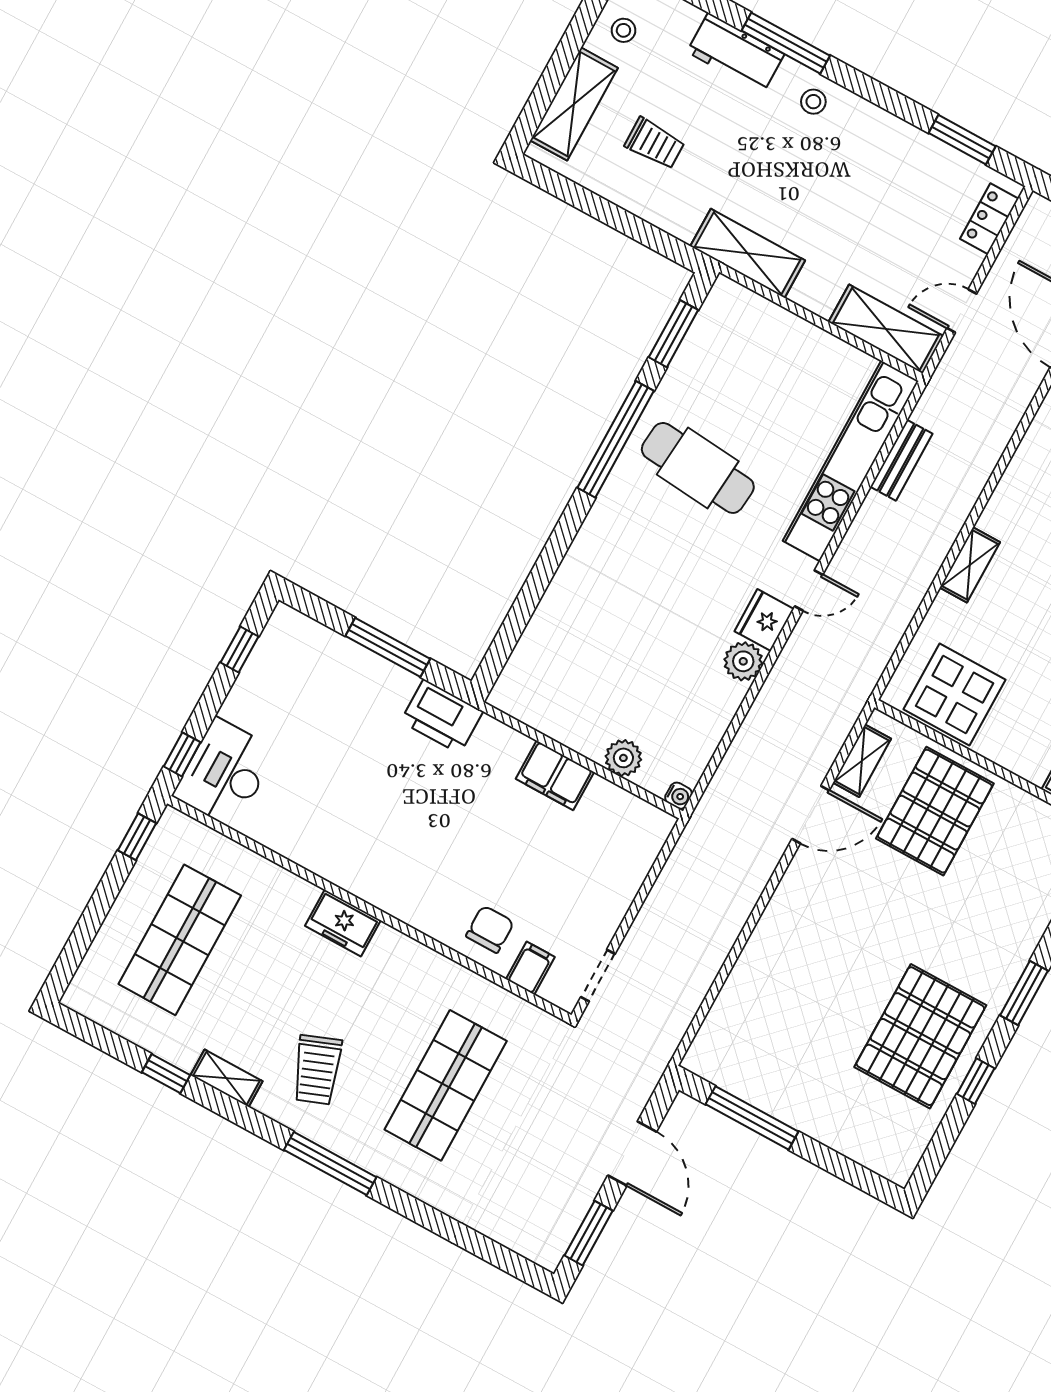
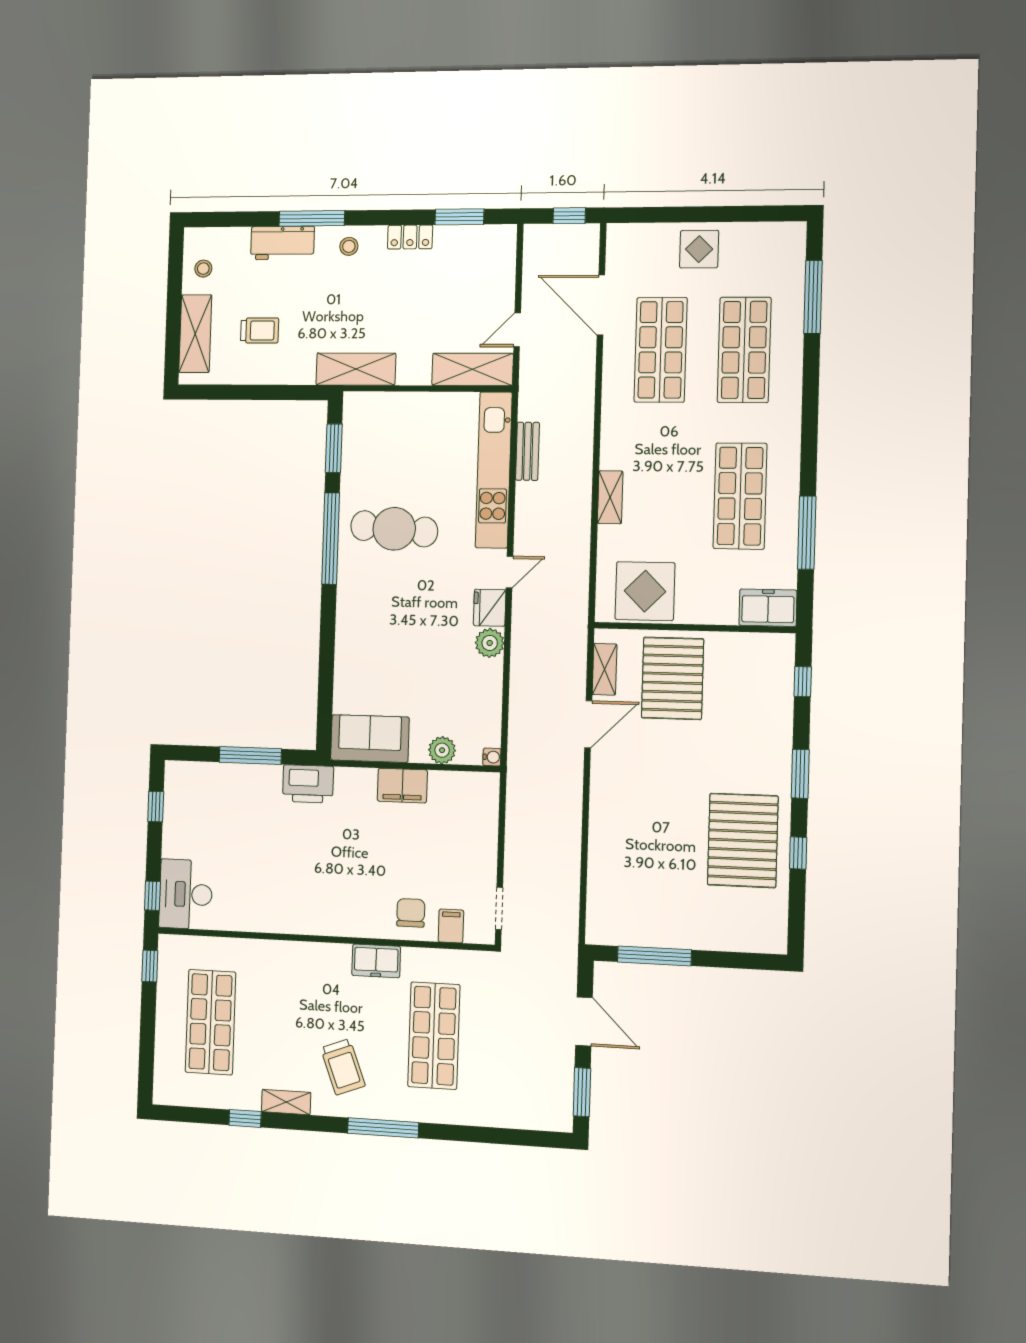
locker: (989, 219) -> (410, 237), moved, turned -90
sofa: (544, 701) -> (370, 739), added
freezer: (343, 923) -> (376, 961), moved

